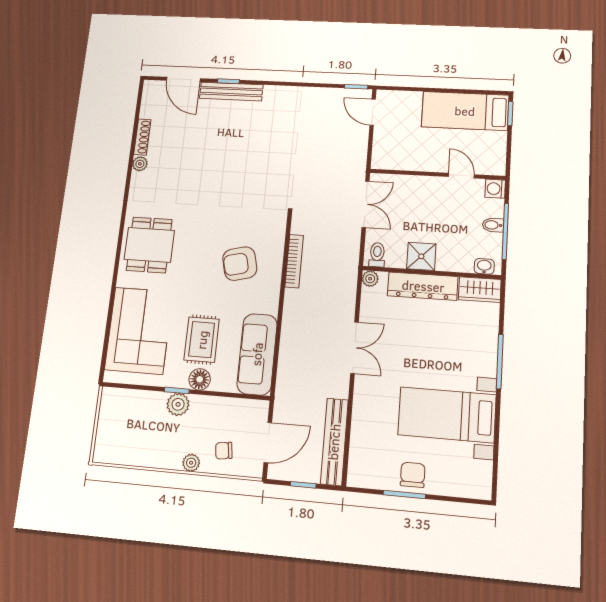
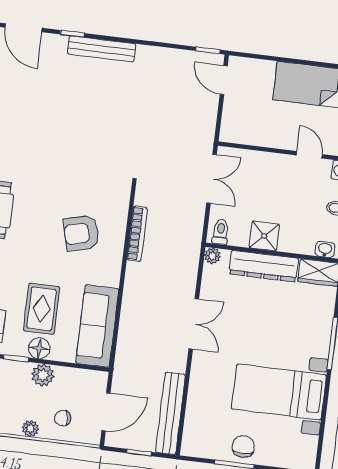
bench: (231, 92) -> (102, 49), moved
plant: (178, 404) -> (43, 375), moved

